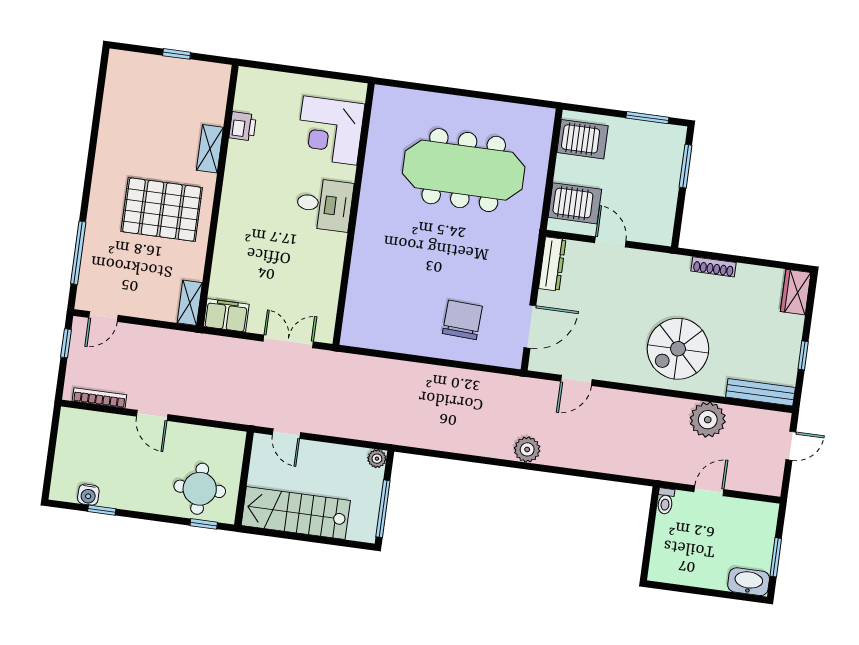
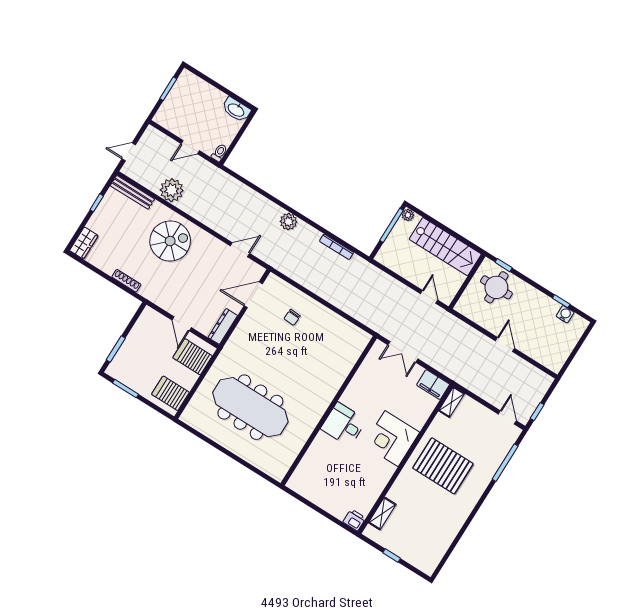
printer: (243, 126) -> (354, 520), moved, turned 90
corner desk: (330, 131) -> (392, 439), moved, turned 180
shelving: (210, 149) -> (382, 513), moved
door: (103, 316) -> (507, 417), hinge flipped
chair: (462, 320) -> (292, 317), width x0.54, depth x0.54
bookcase: (99, 398) -> (336, 247), moved
plant: (377, 459) -> (408, 215), moved
washbasin: (749, 582) -> (236, 110), moved

